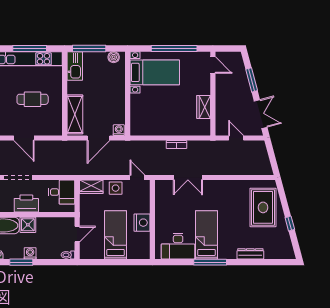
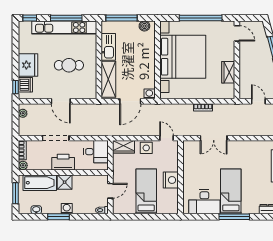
kitchen sink: (75, 66) -> (108, 47), moved
bed with nightstands: (155, 72) -> (183, 57), width x1.85

